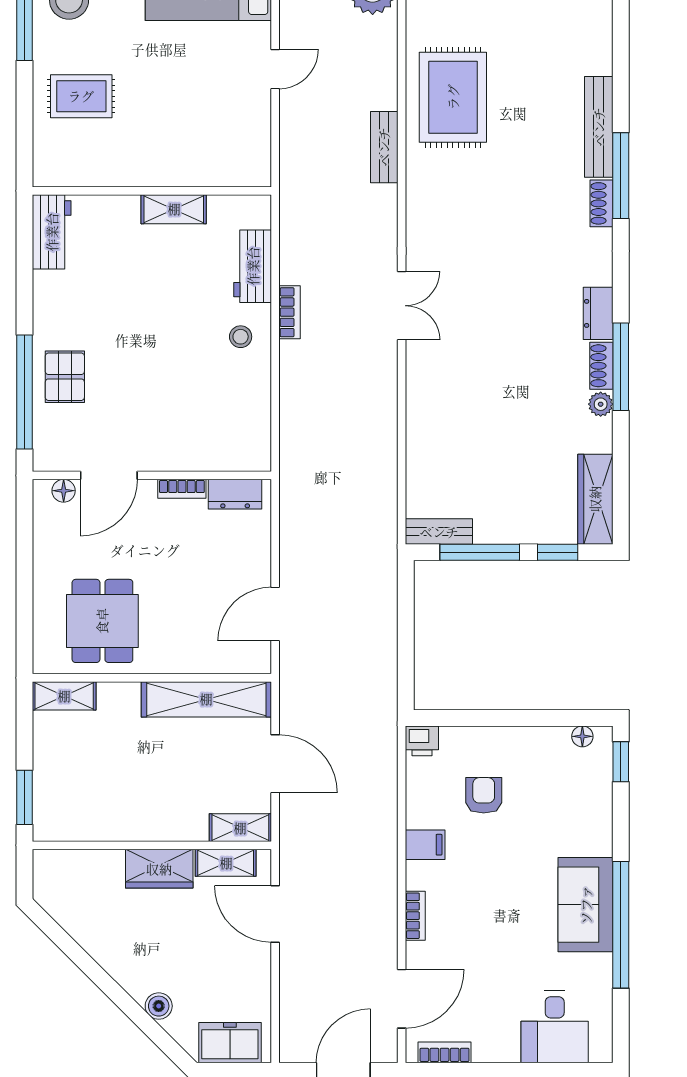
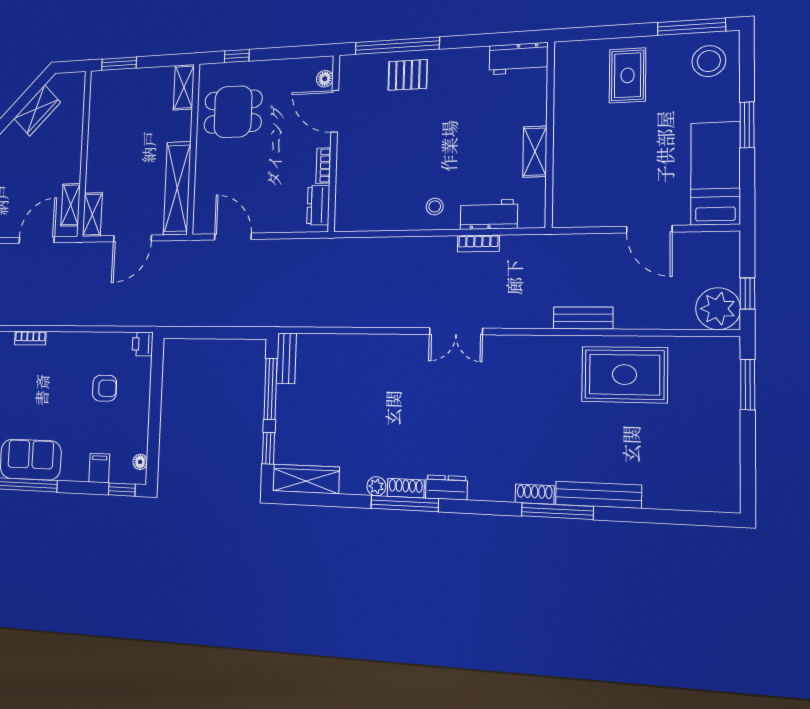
door: (275, 69) -> (649, 229), width x1.38
bookcase: (290, 312) -> (478, 243), moved
window: (24, 619) -> (237, 56), added
filing cabinet: (425, 845) -> (99, 468), moved, turned 180
wardrobe: (159, 869) -> (37, 110), moved, turned -135

